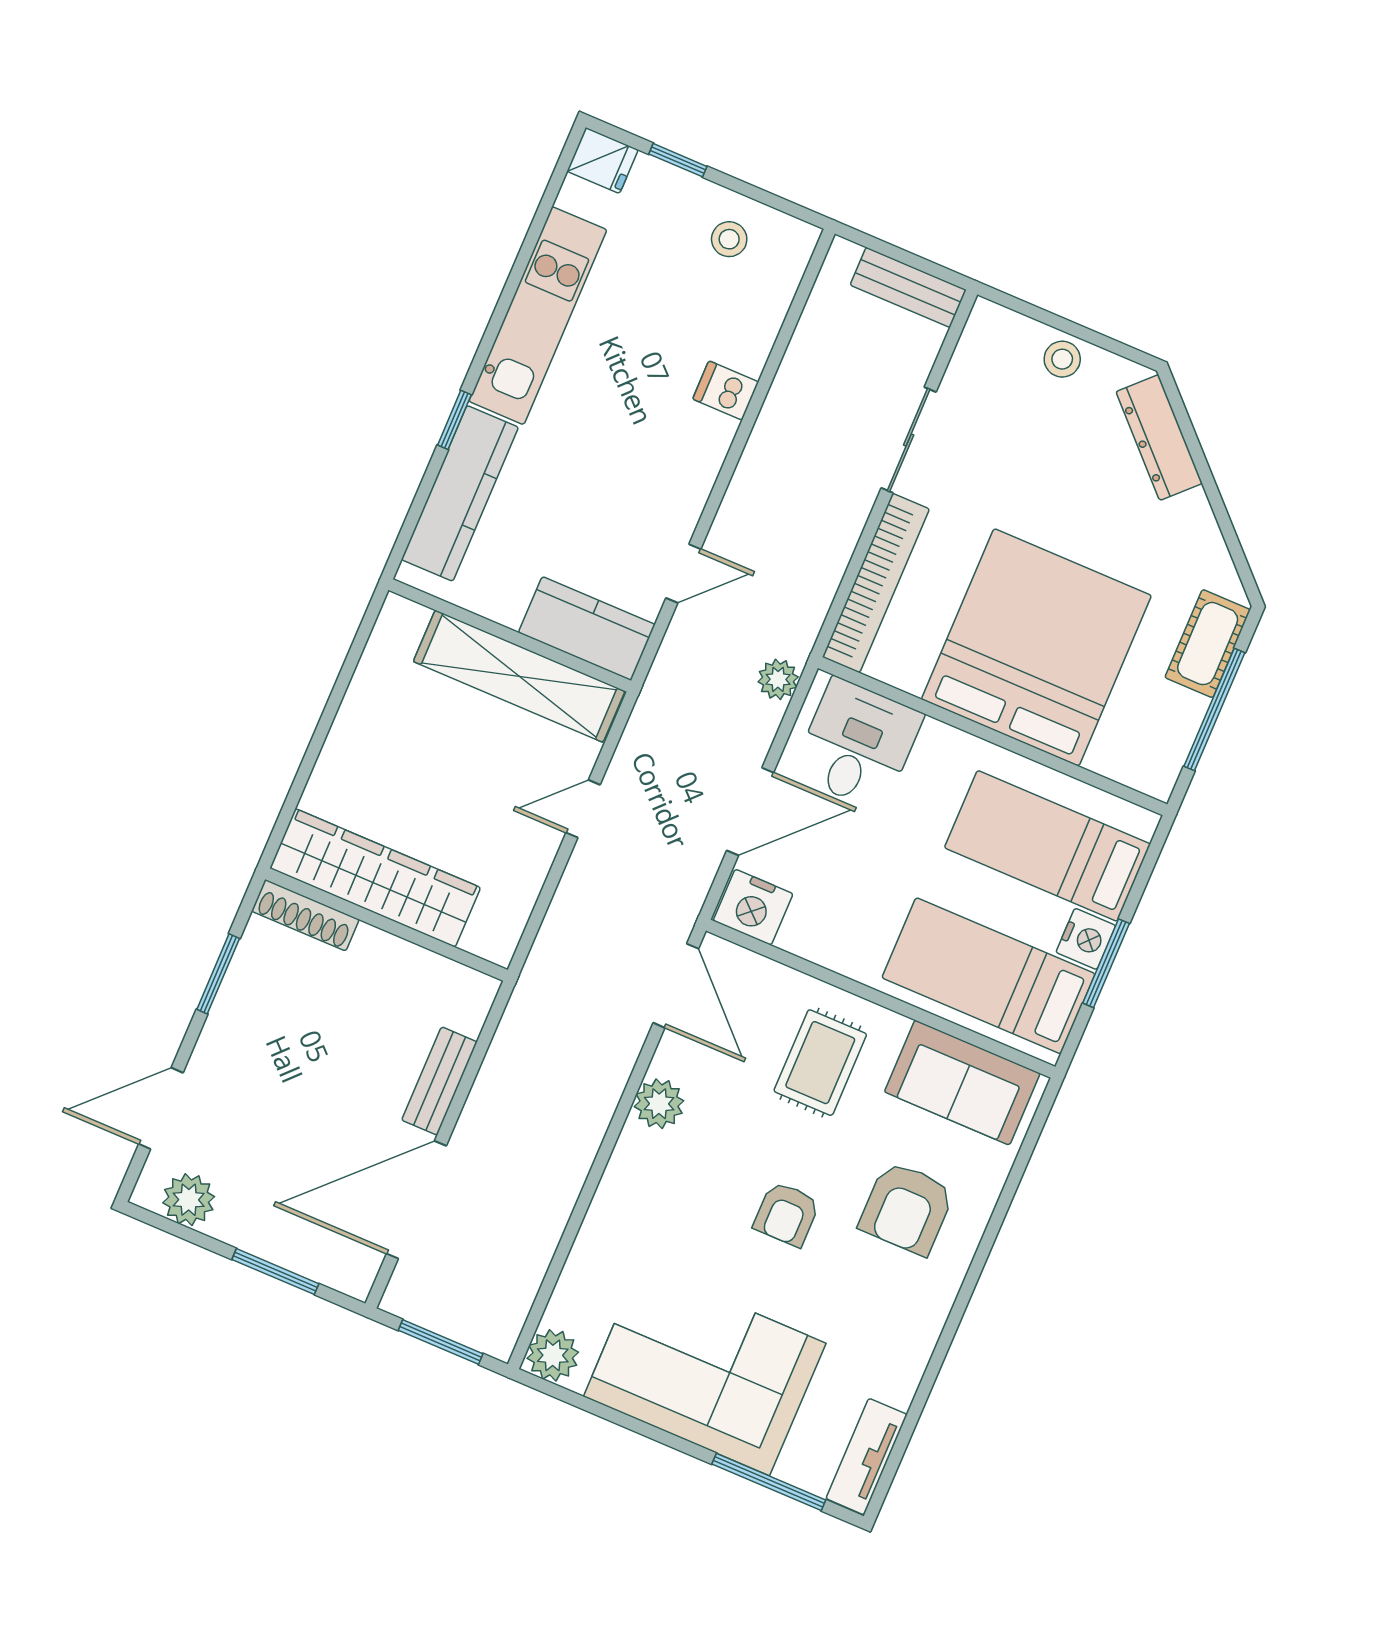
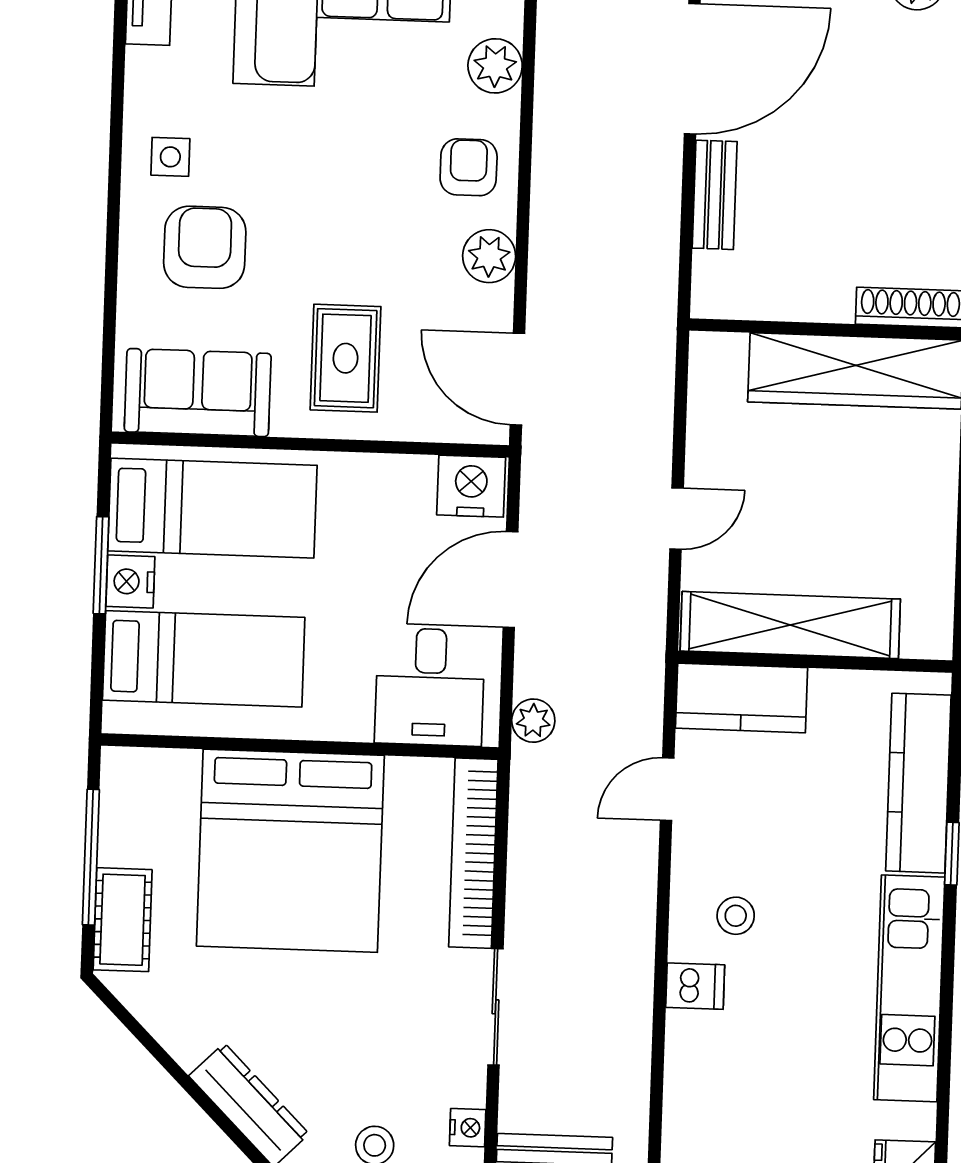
stool: (729, 239) -> (736, 916), moved
nightstand: (974, 343) -> (468, 1128), added
armchair: (787, 1214) -> (469, 167), moved
plant: (589, 1269) -> (495, 66), added
side table: (906, 1300) -> (170, 157), added

